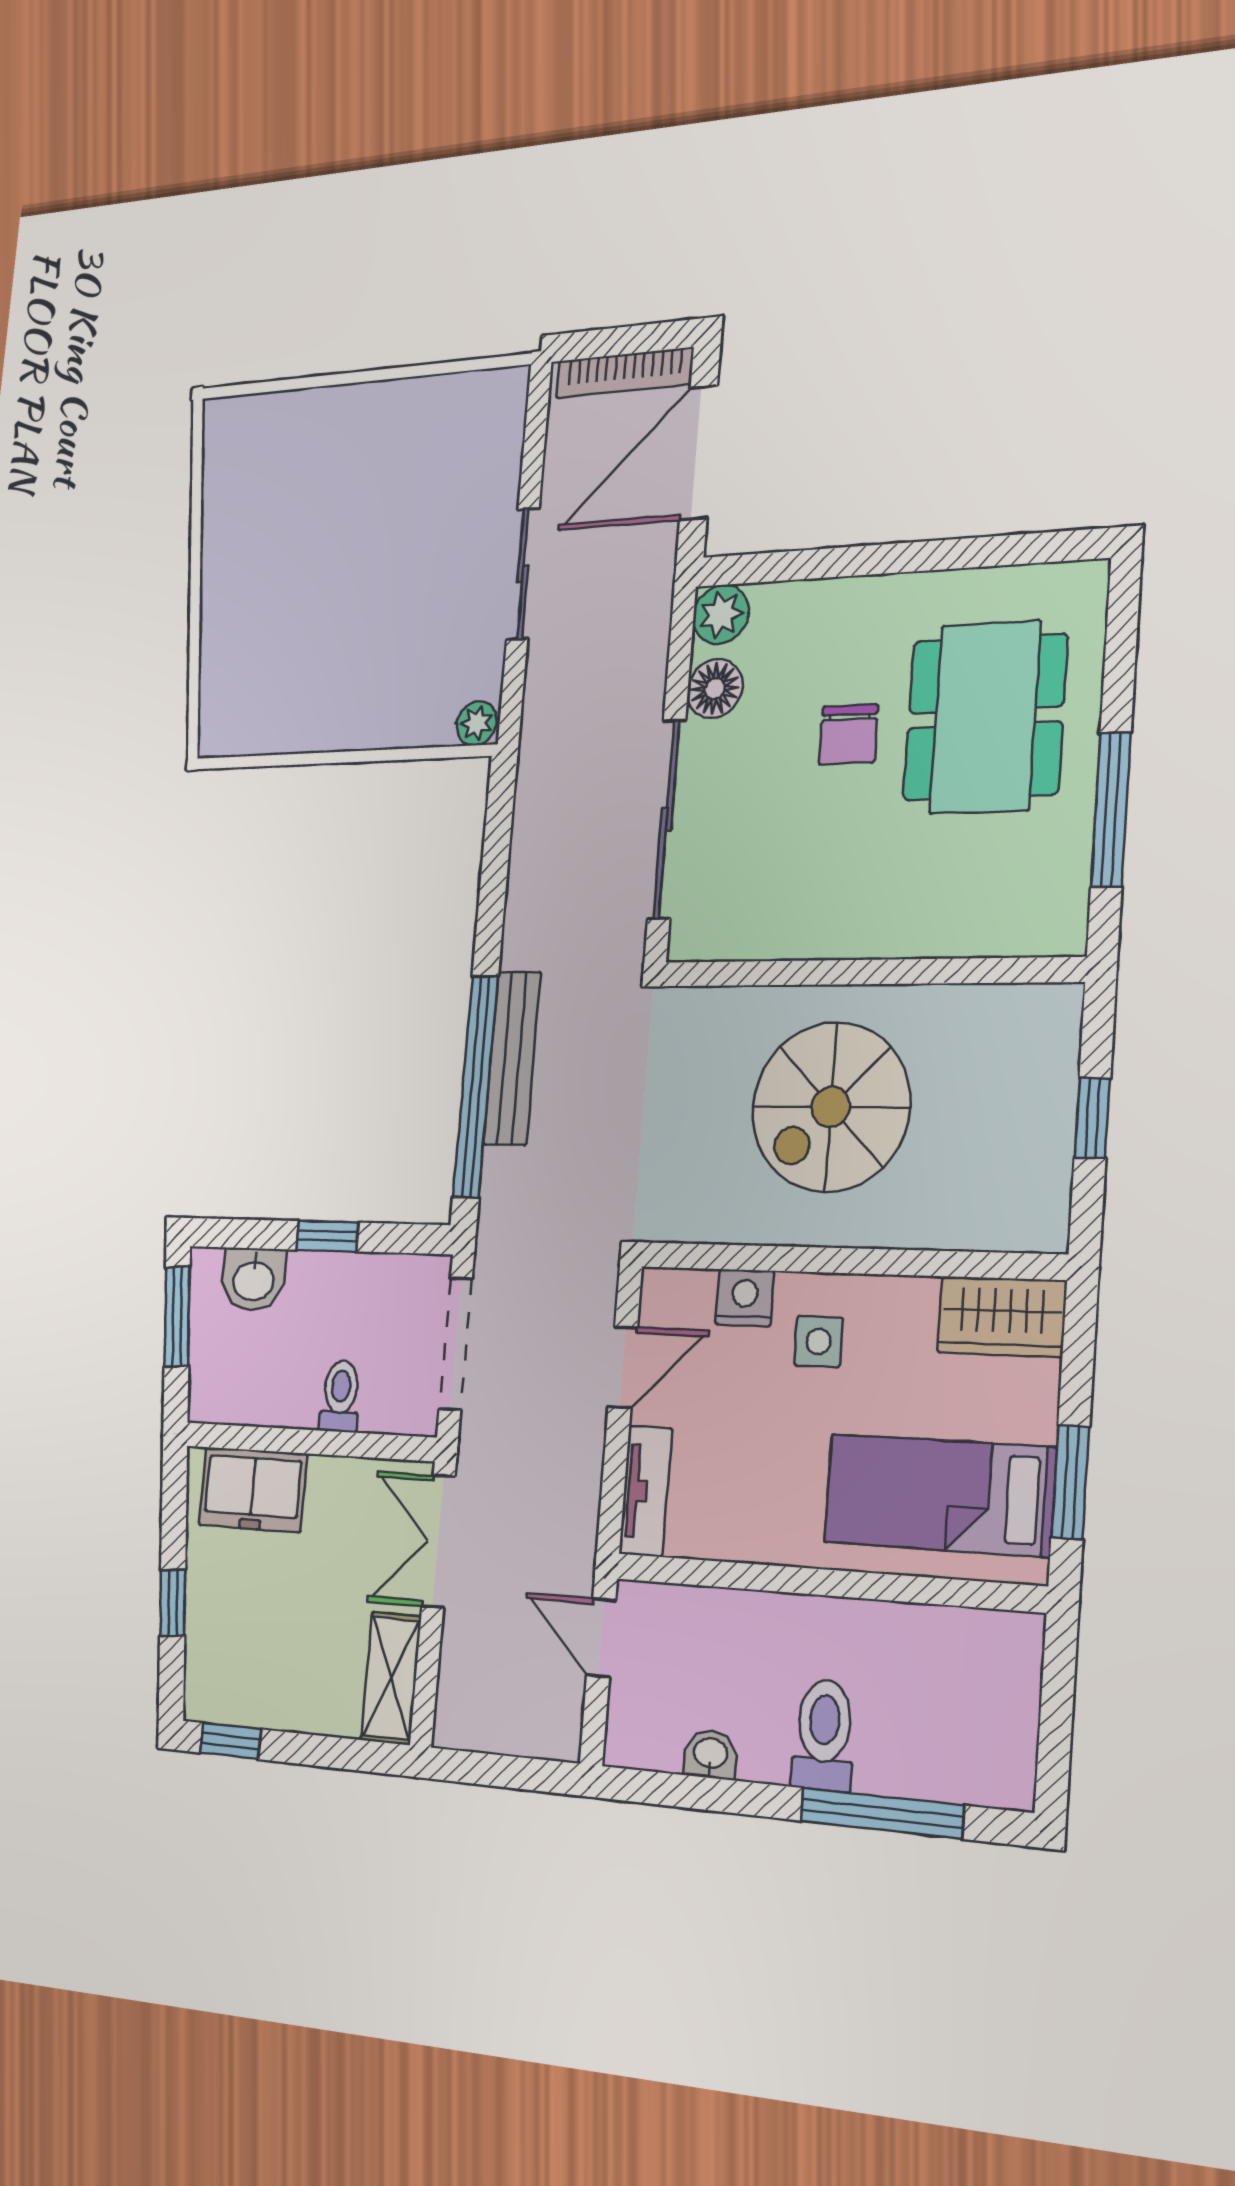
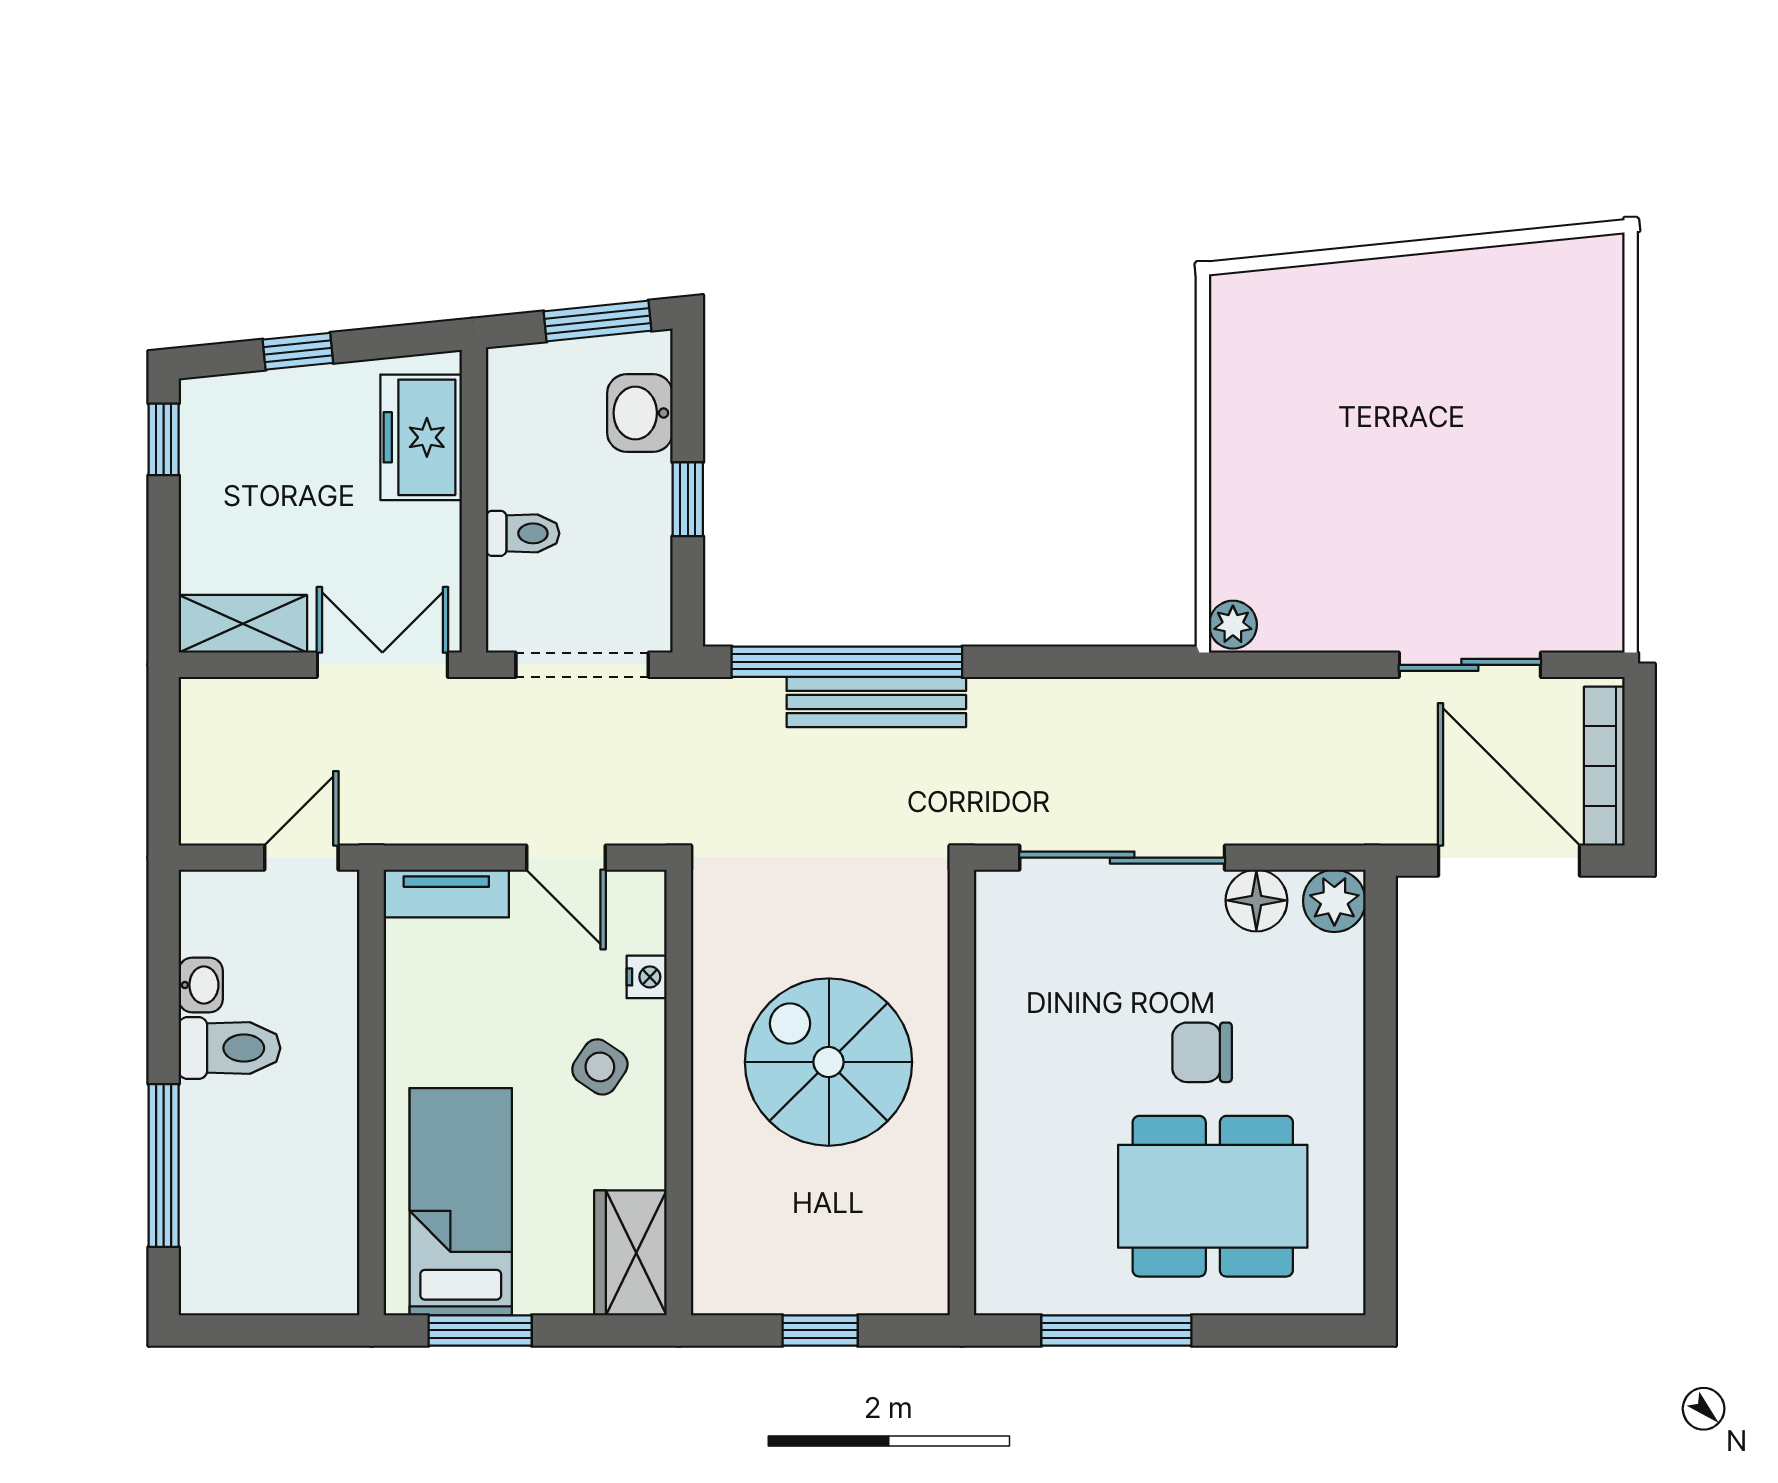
sliding door: (523, 574) -> (1470, 665), moved
nightstand: (745, 1298) -> (647, 977), width x0.72, depth x0.74
side table: (819, 1341) -> (600, 1067), turned 34
toilet: (824, 1735) -> (230, 1048), moved

